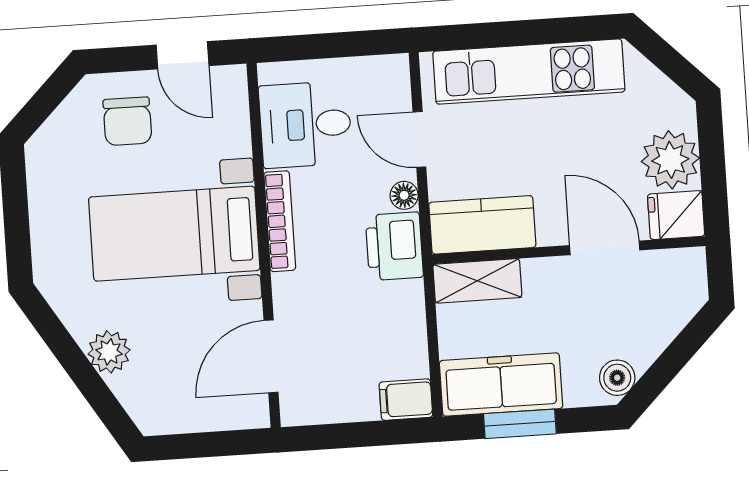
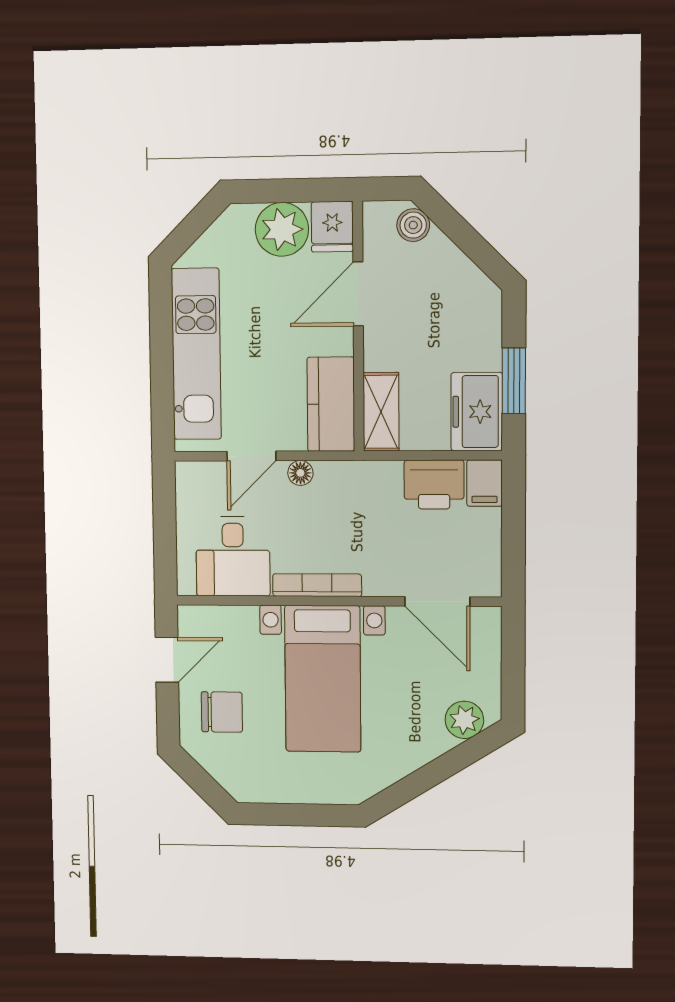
printer: (394, 246) -> (434, 485), moved
plant: (109, 352) -> (464, 720), moved
boiler: (617, 378) -> (413, 225), moved
freezer: (501, 385) -> (477, 412), width x0.71

